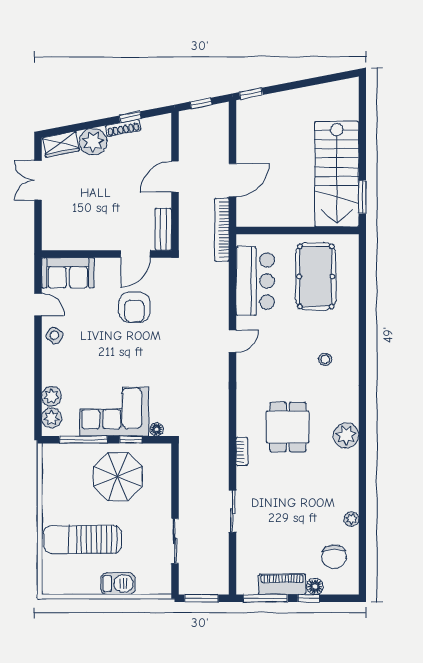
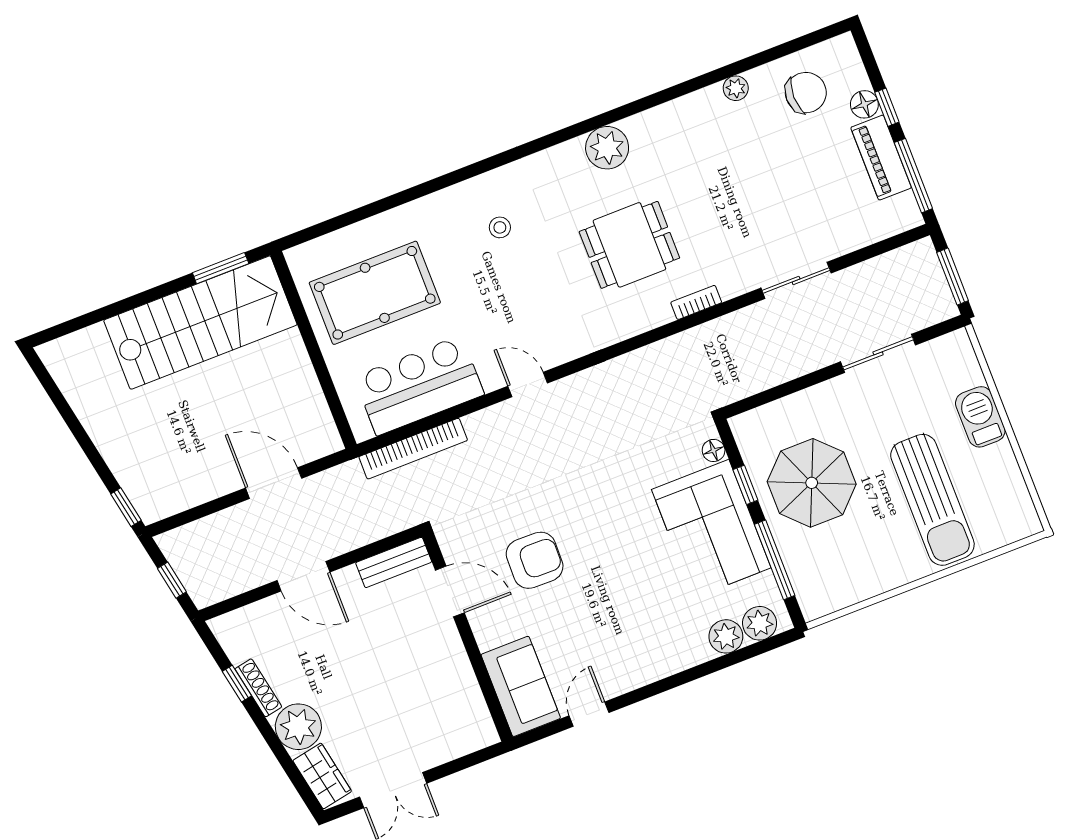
bookcase: (222, 230) -> (413, 449), moved
side table: (54, 335) -> (628, 669), removed

